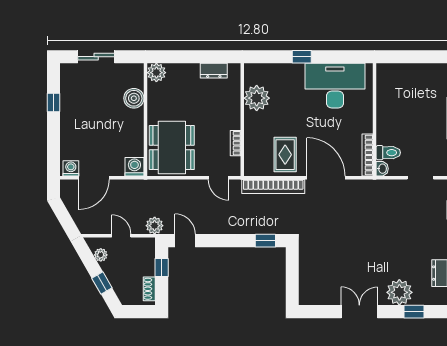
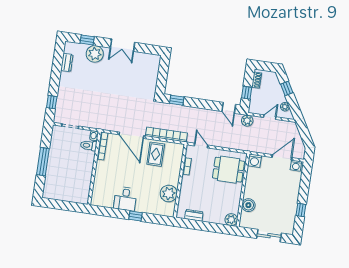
desk: (335, 86) -> (125, 199), width x0.53, depth x0.77
dining table: (172, 147) -> (228, 170), width x0.73
door: (121, 236) -> (270, 117), swing flipped

